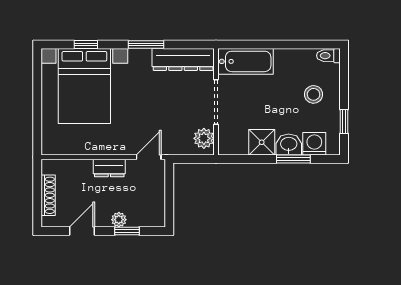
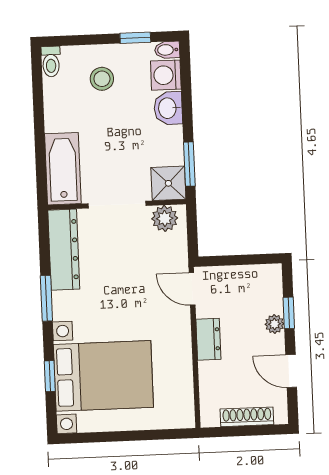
shower: (262, 142) -> (168, 183), moved
bidet: (334, 146) -> (167, 50), added
window: (293, 159) -> (189, 164), moved

